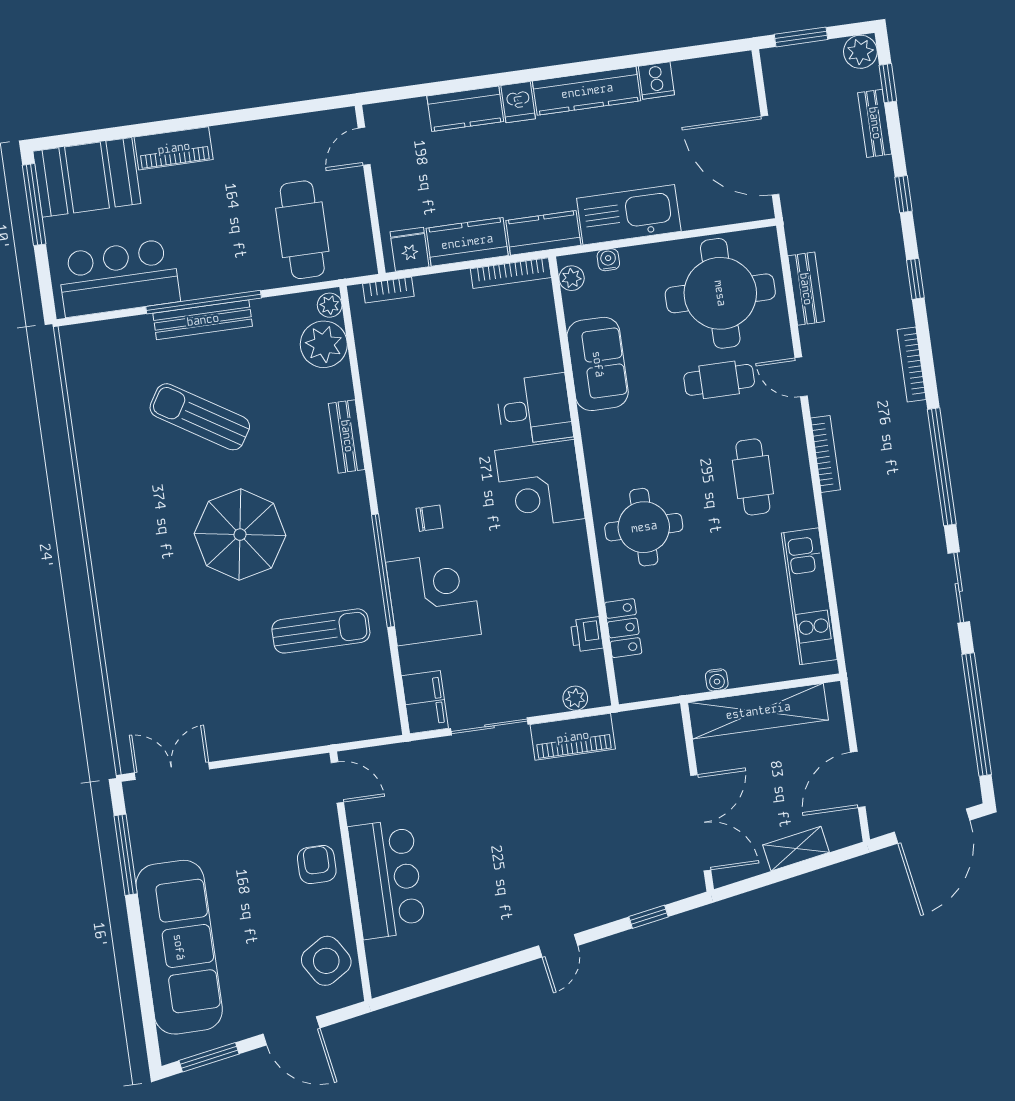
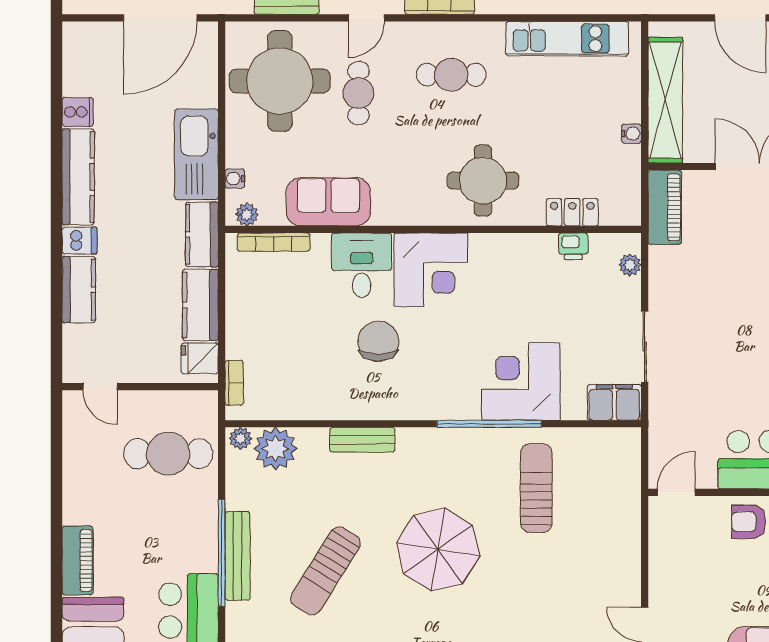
bookcase: (511, 273) -> (274, 242), moved, turned 90
chair: (430, 518) -> (378, 341), moved, width x1.87, depth x1.87
piano: (573, 737) -> (665, 207), moved

